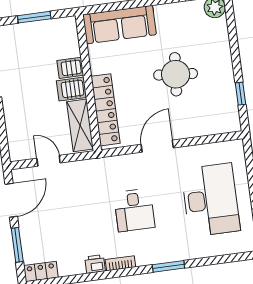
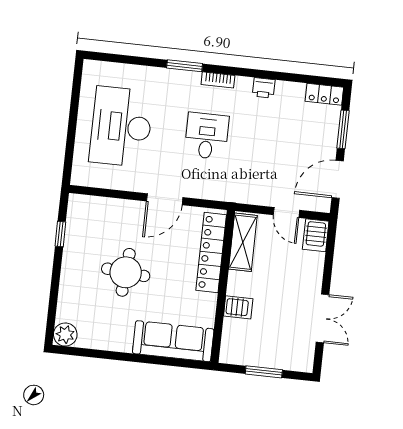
server rack: (71, 89) -> (316, 235), moved, turned 90
bookcase: (120, 263) -> (218, 80), moved

